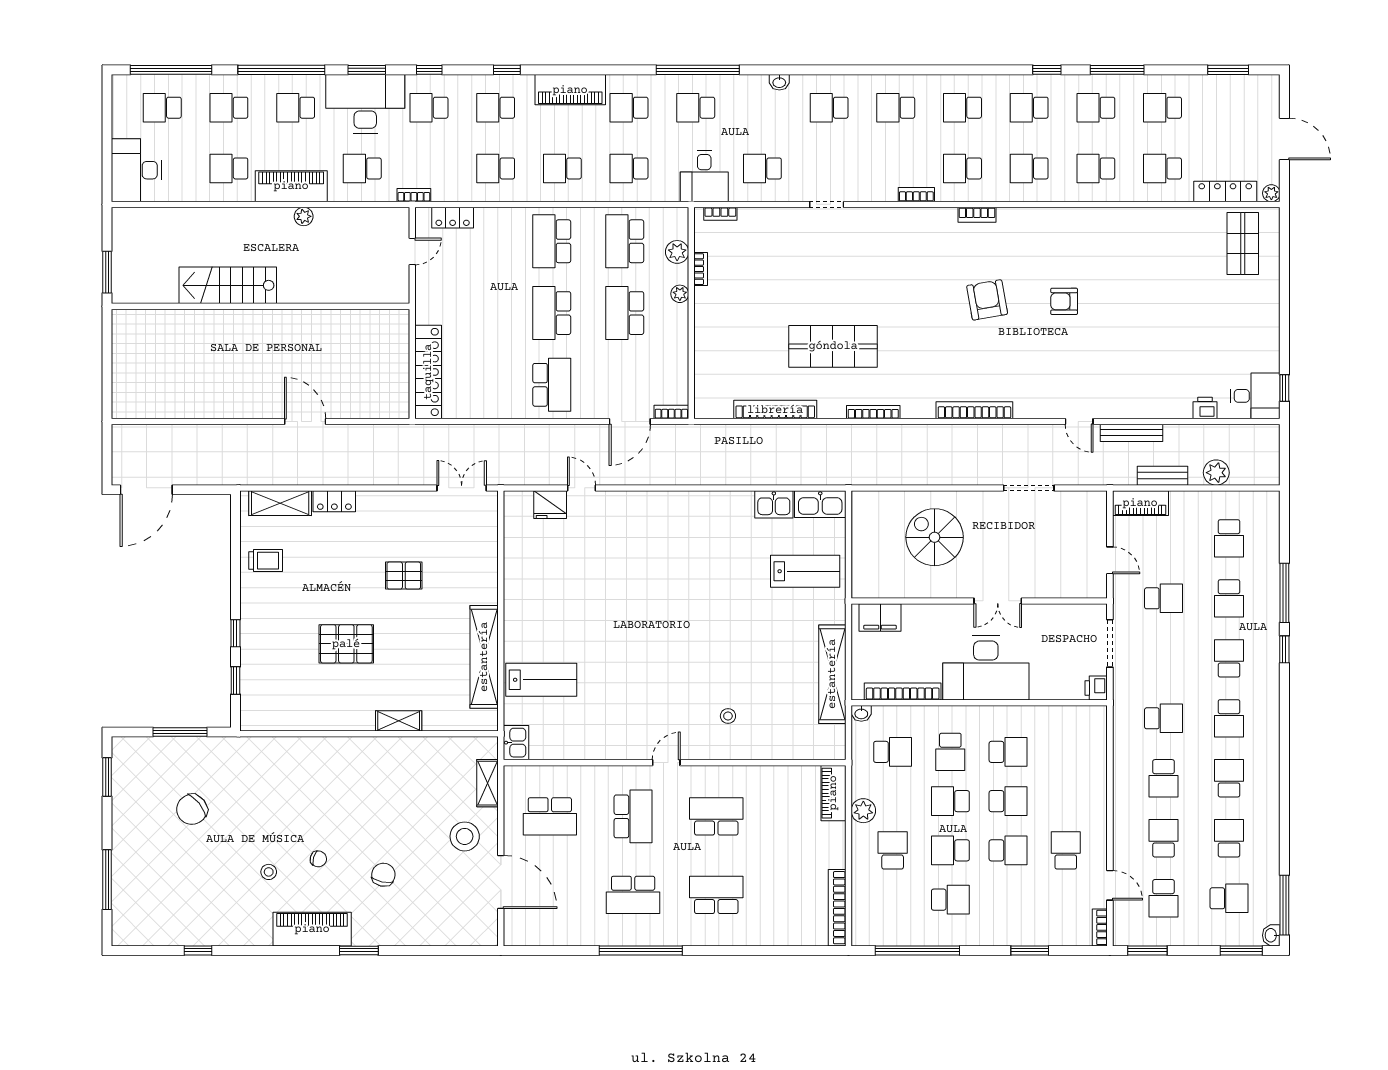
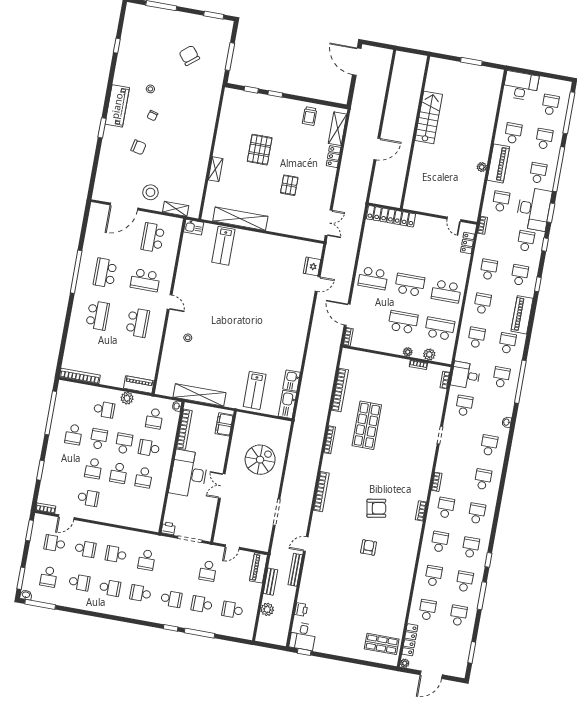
school desk: (552, 241) -> (446, 291), turned 180
stairs: (228, 285) -> (429, 117), moved
wall: (260, 306) -> (415, 132), moved

